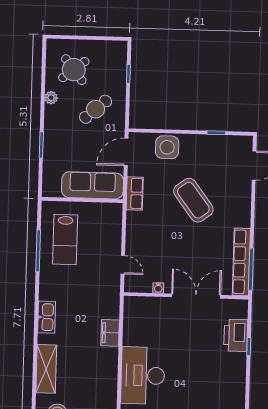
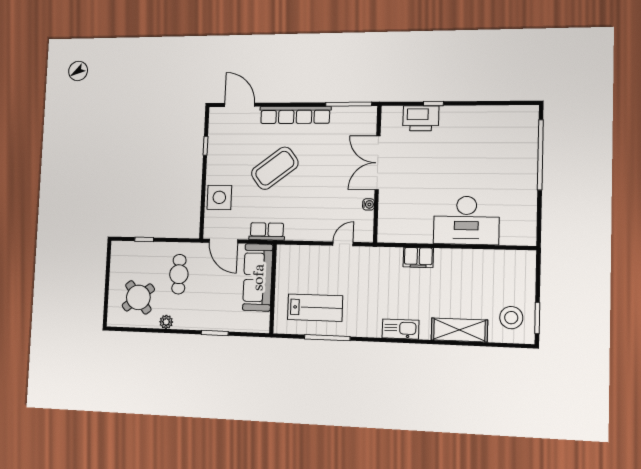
cafe table: (96, 109) -> (179, 274), turned 41
row of seats: (241, 262) -> (295, 115), moved

